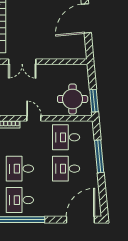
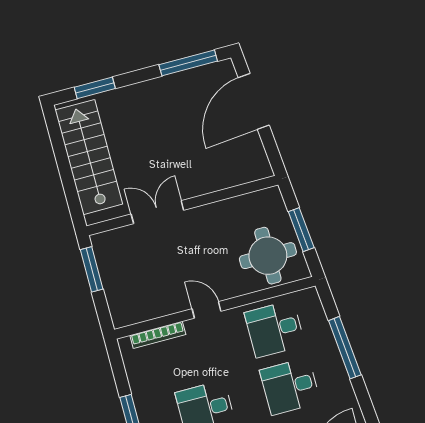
double door: (22, 62) -> (157, 212), swing flipped
window: (94, 101) -> (301, 230), moved

